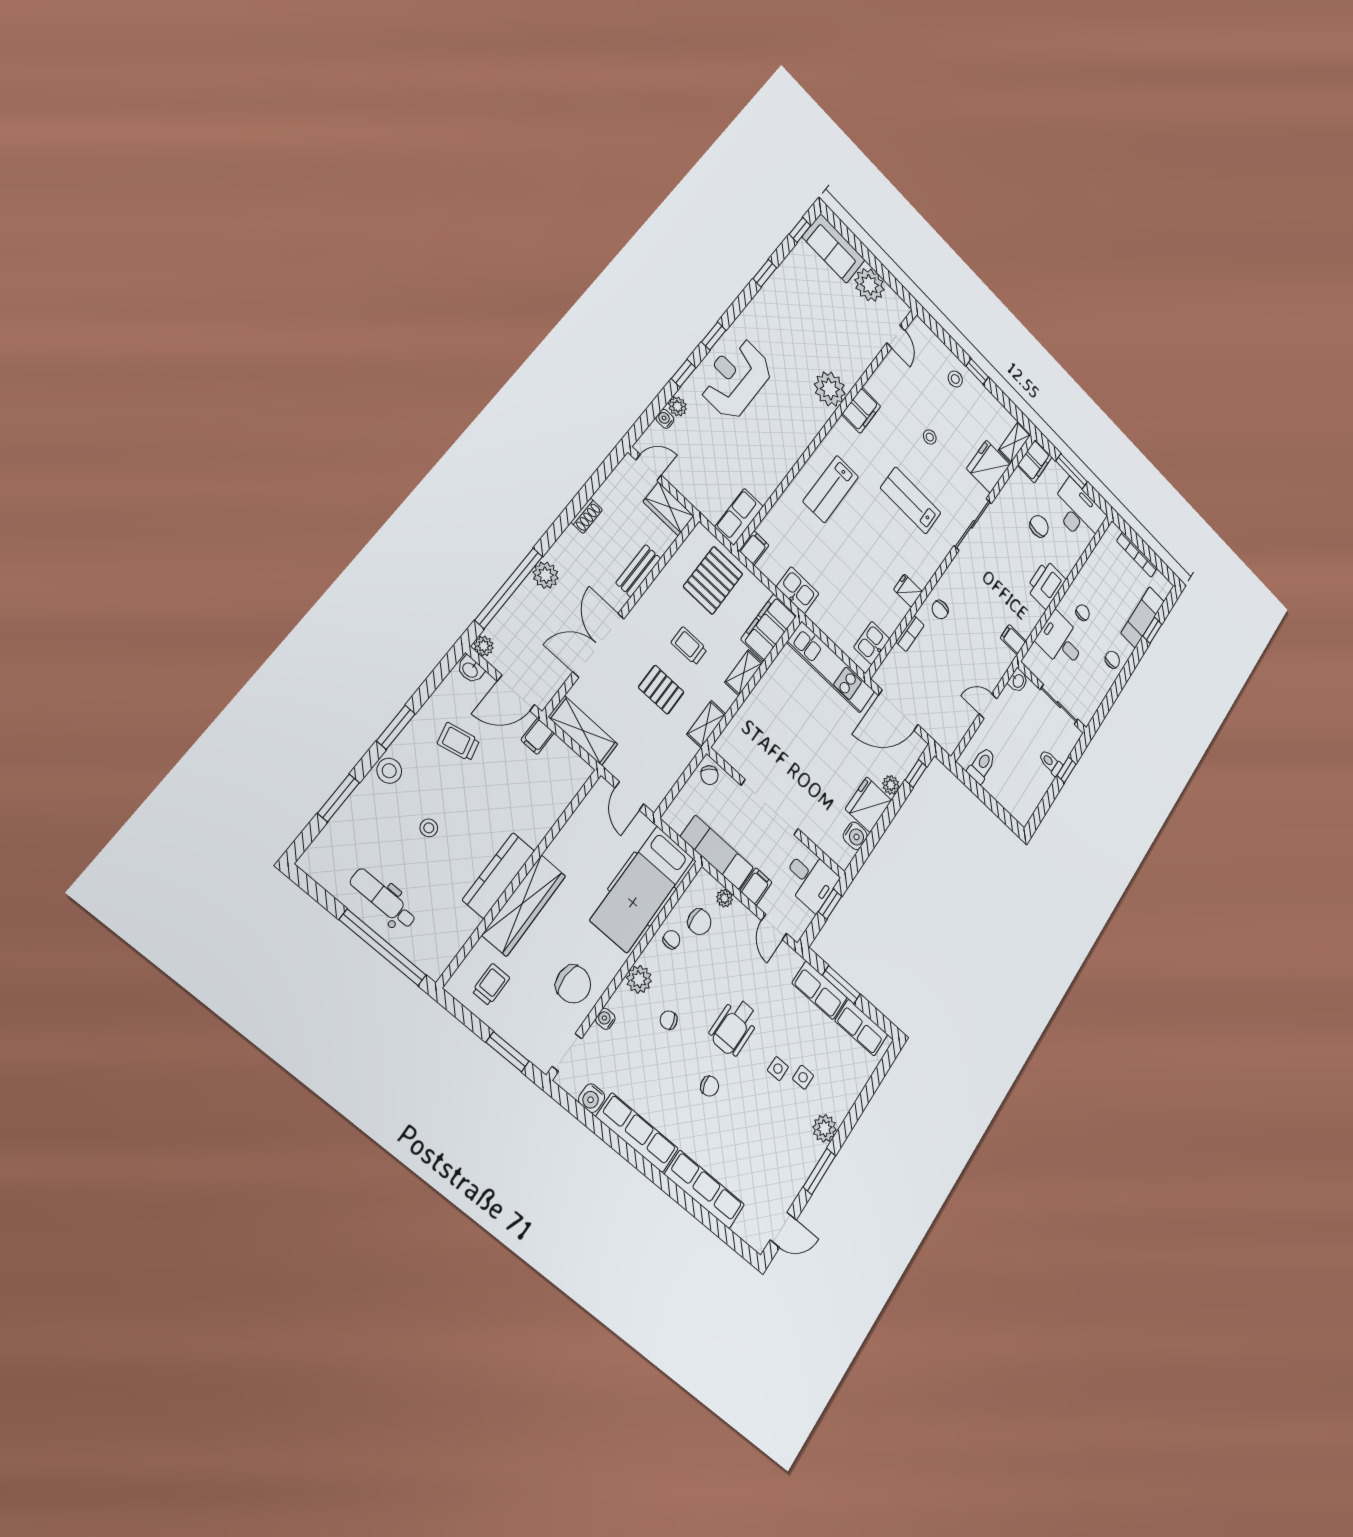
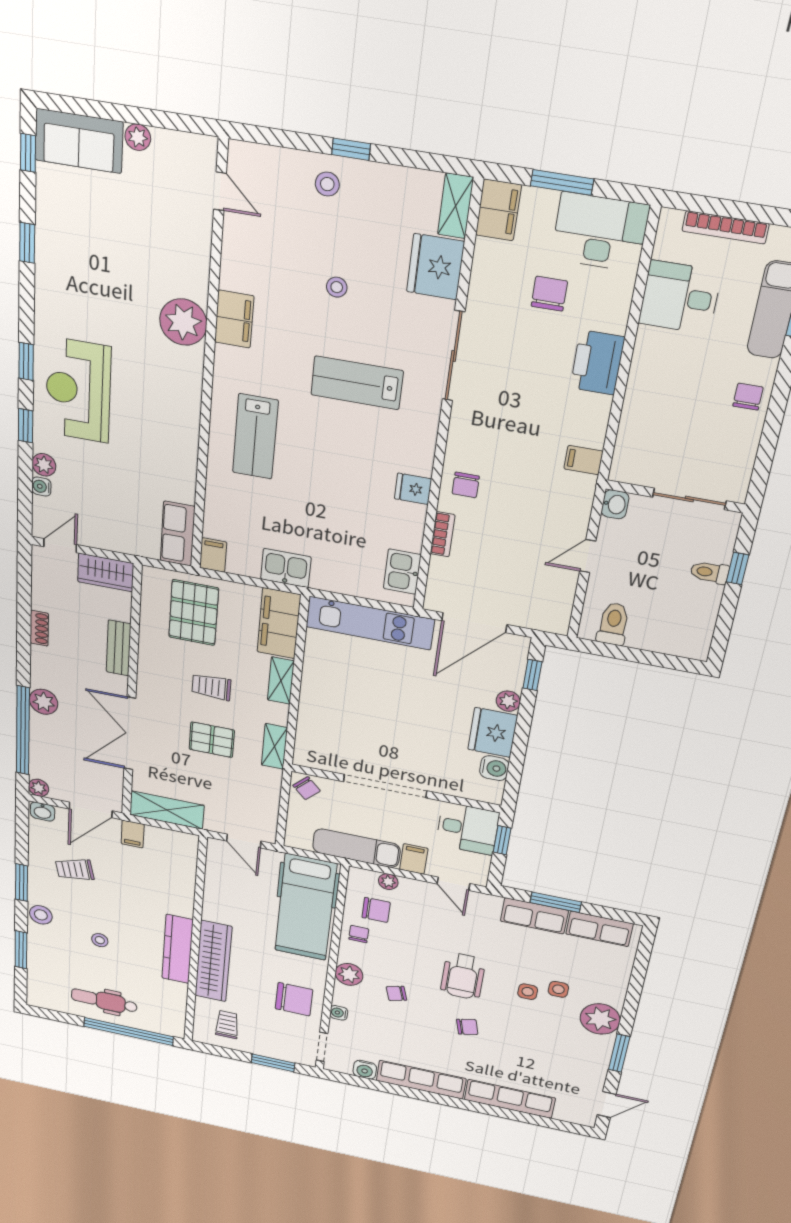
plant: (869, 285) -> (138, 137), width x0.53, depth x0.53
chair: (1083, 613) -> (672, 364), removed
desk: (1061, 641) -> (680, 297), moved
plant: (824, 1128) -> (600, 1019), width x1.36, depth x1.36

